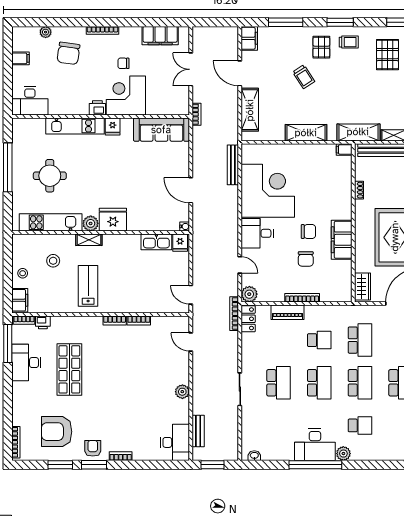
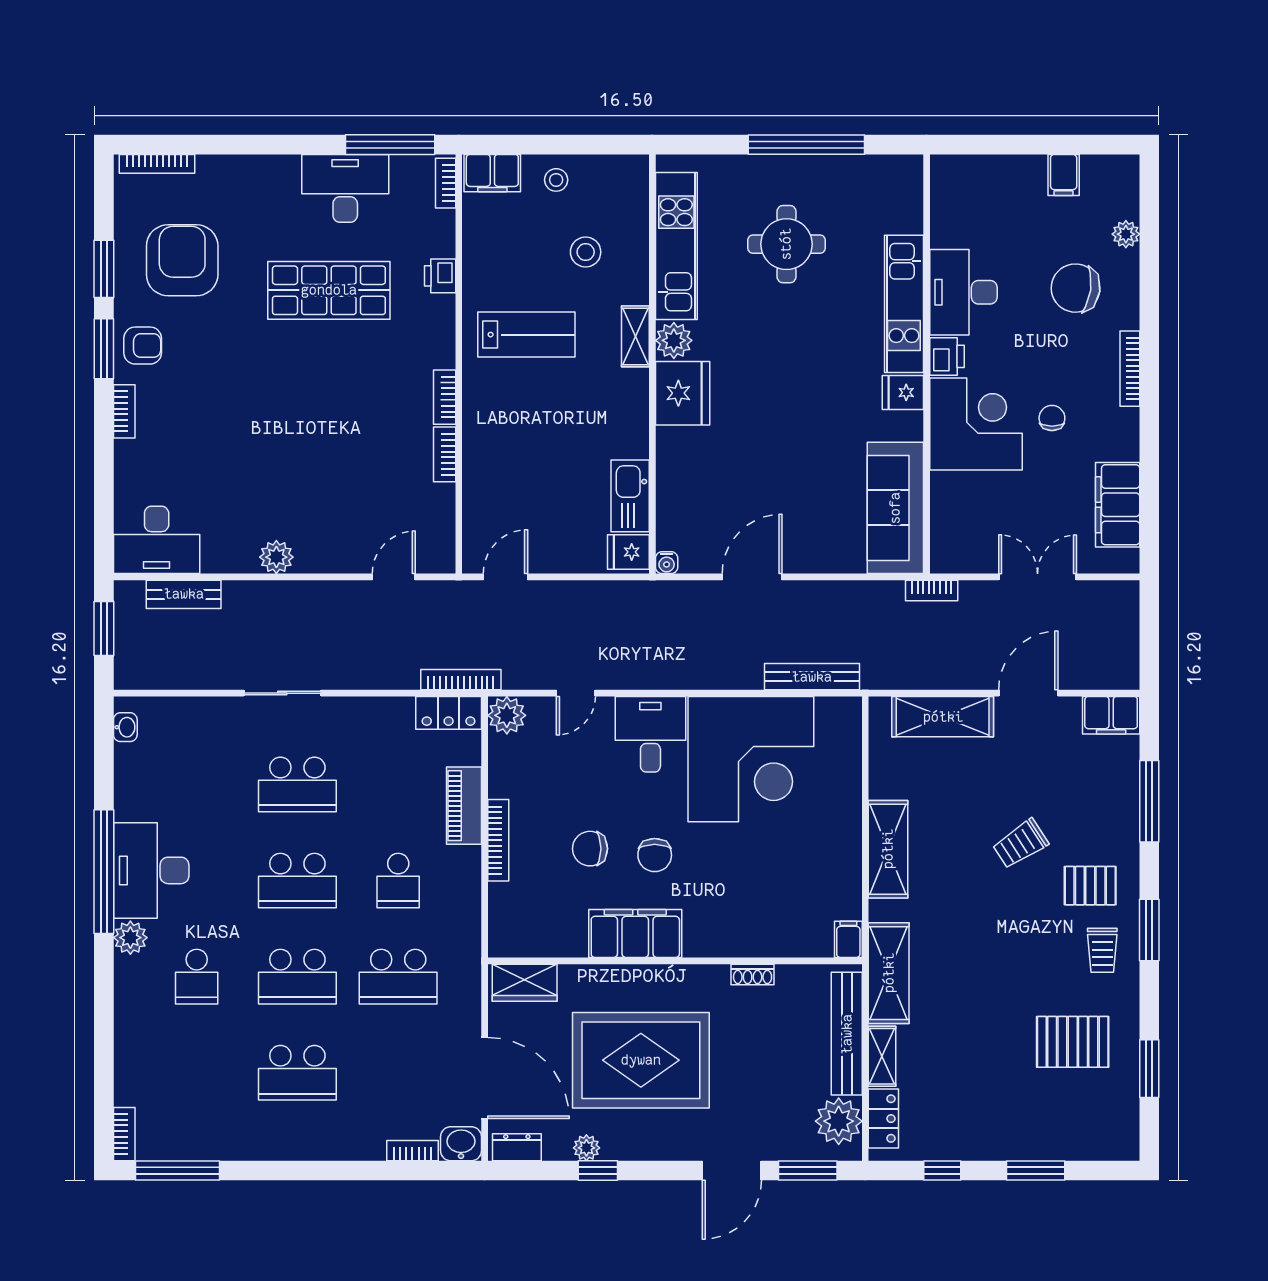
desk: (30, 101) -> (963, 292), moved
printer: (43, 322) -> (440, 276), moved

